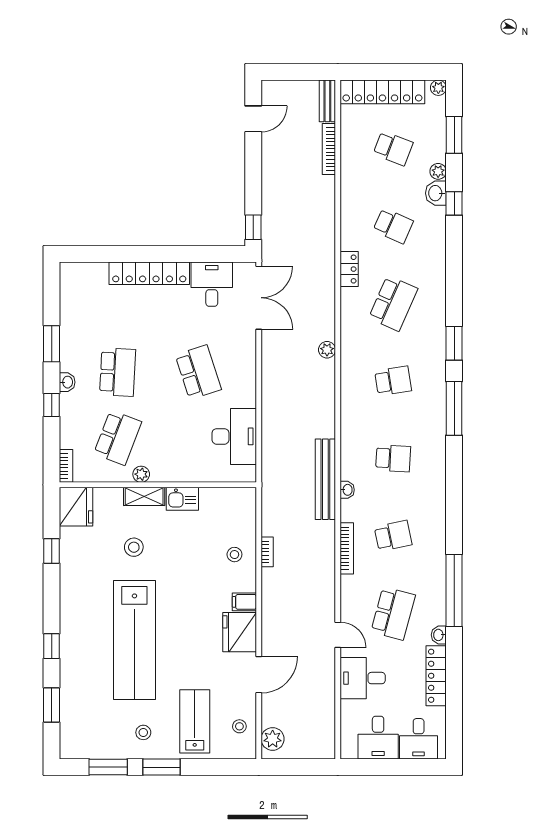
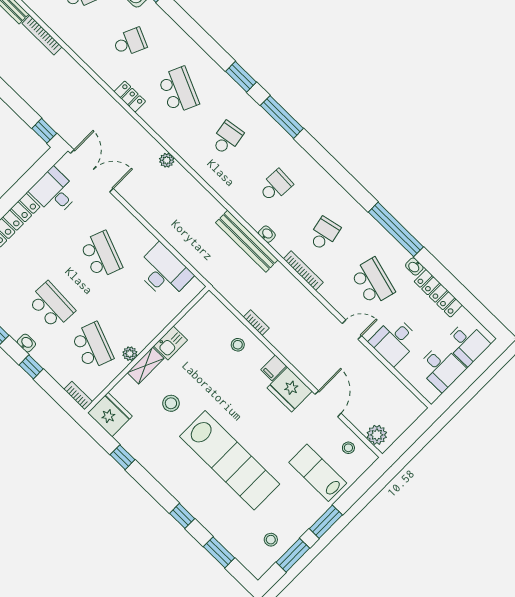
school desk: (198, 372) -> (101, 255), turned 39
stool: (143, 732) -> (271, 540), moved

